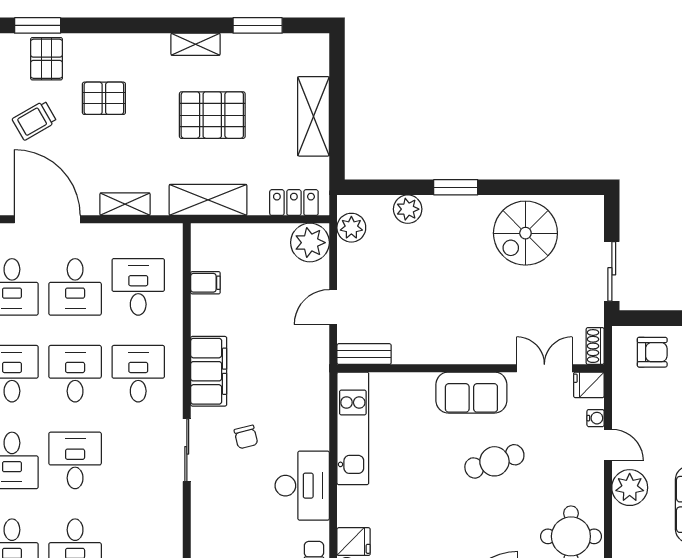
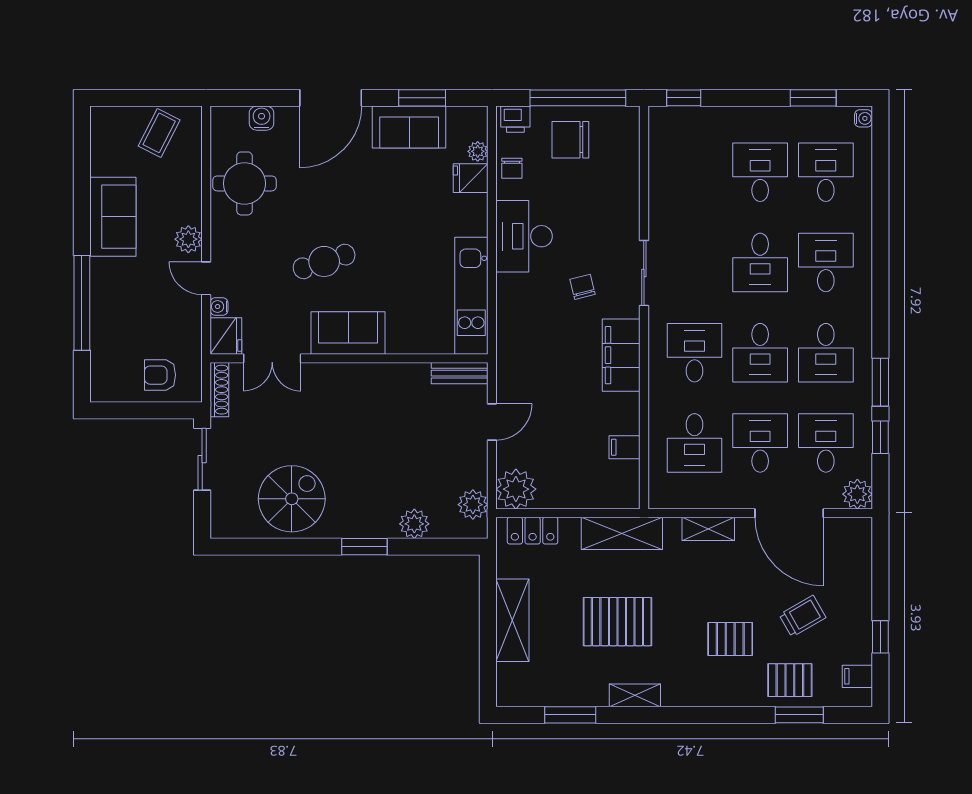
pallet: (46, 59) -> (790, 680), turned 90
shoe rack: (595, 346) -> (219, 390), width x1.43
desk: (138, 374) -> (695, 353), turned 180
fridge: (589, 385) -> (226, 336), width x1.38
plant: (630, 488) -> (188, 239), width x0.73, depth x0.73

